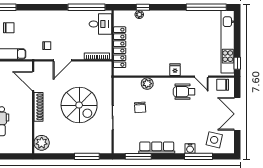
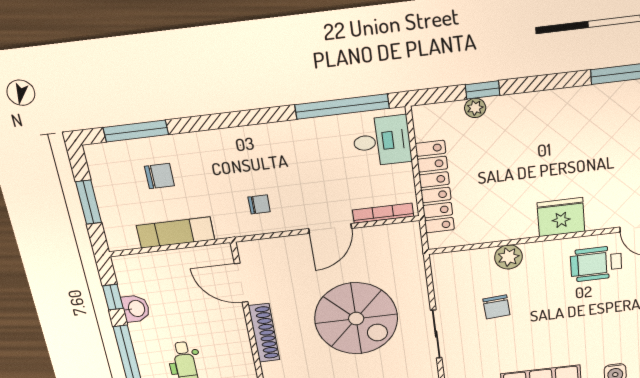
door: (62, 60) -> (330, 228), moved
fridge: (175, 70) -> (561, 217), width x1.88, depth x1.34

